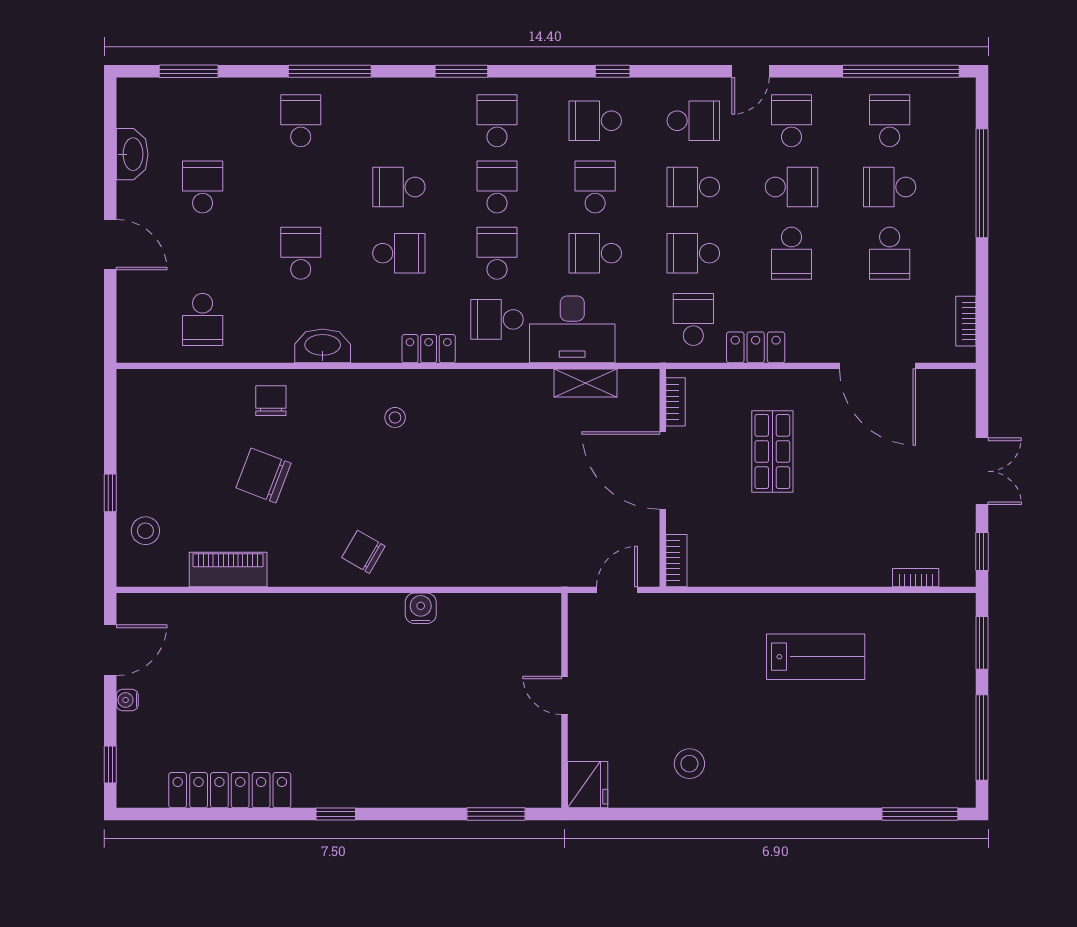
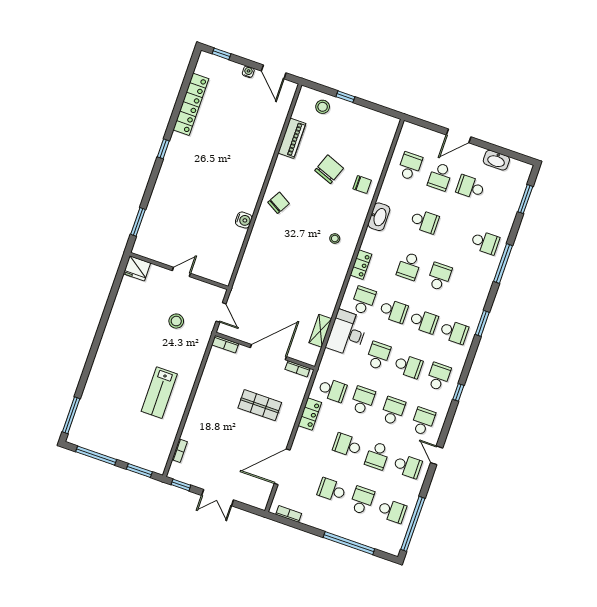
school desk: (693, 121) -> (423, 421), turned 180
school desk: (203, 187) -> (470, 187), turned 180
school desk: (203, 253) -> (440, 177), added
school desk: (203, 319) -> (410, 166), turned 90
stool: (689, 764) -> (176, 321), moved

